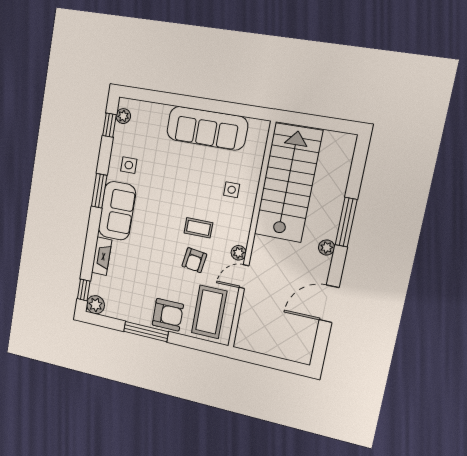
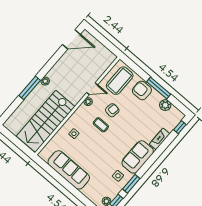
window: (99, 191) -> (131, 184), moved
door: (329, 304) -> (71, 39), moved
plant: (95, 305) -> (165, 105), moved

